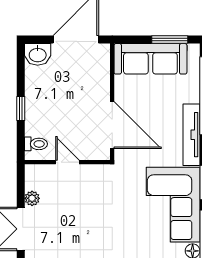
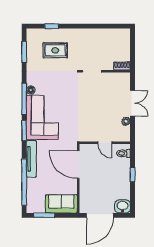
sofa: (150, 59) -> (61, 204), width x0.73

